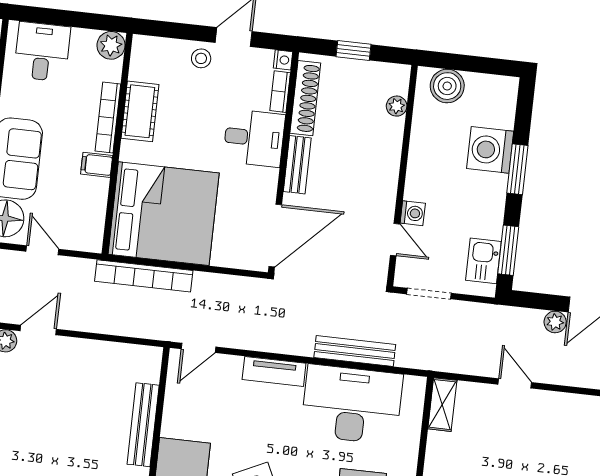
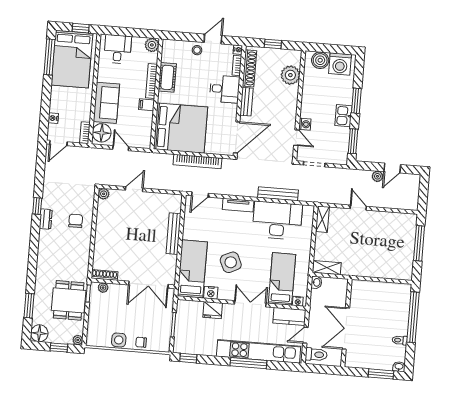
plant: (397, 106) -> (290, 75), width x1.87, depth x1.87
washing machine: (490, 150) -> (340, 64), moved, turned -90
kitchen sink: (483, 261) -> (343, 116), moved
bookcase: (144, 276) -> (197, 162), moved
door: (38, 330) -> (134, 189), moved

